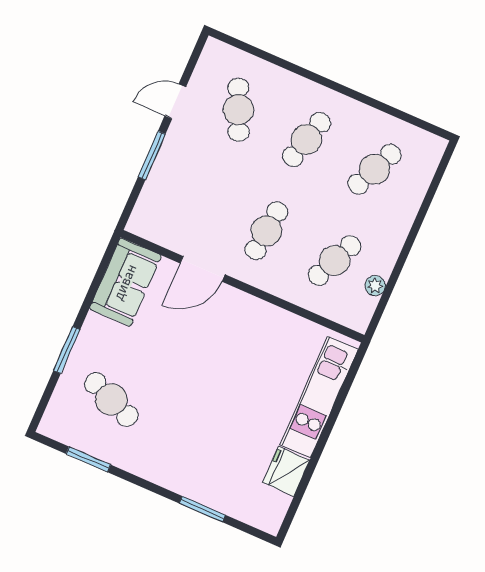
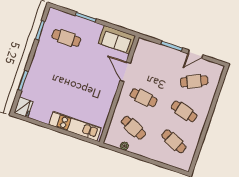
door: (175, 101) -> (195, 54), swing flipped
cafe table: (111, 400) -> (66, 38), turned 68
fridge: (286, 471) -> (23, 107), moved, turned 90

